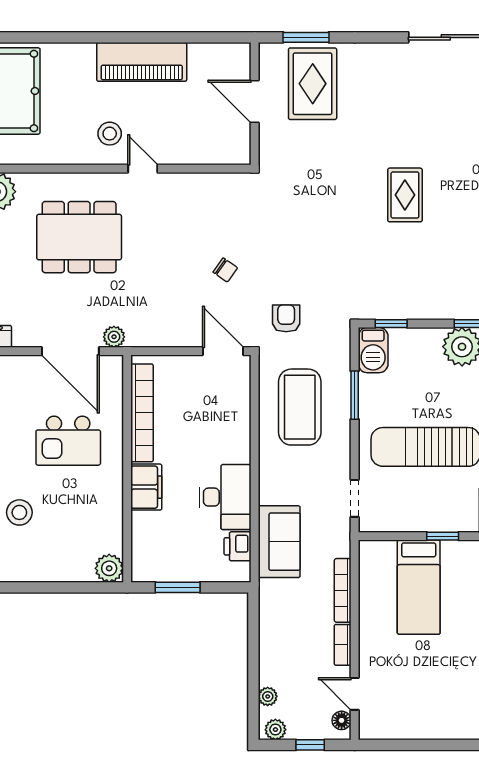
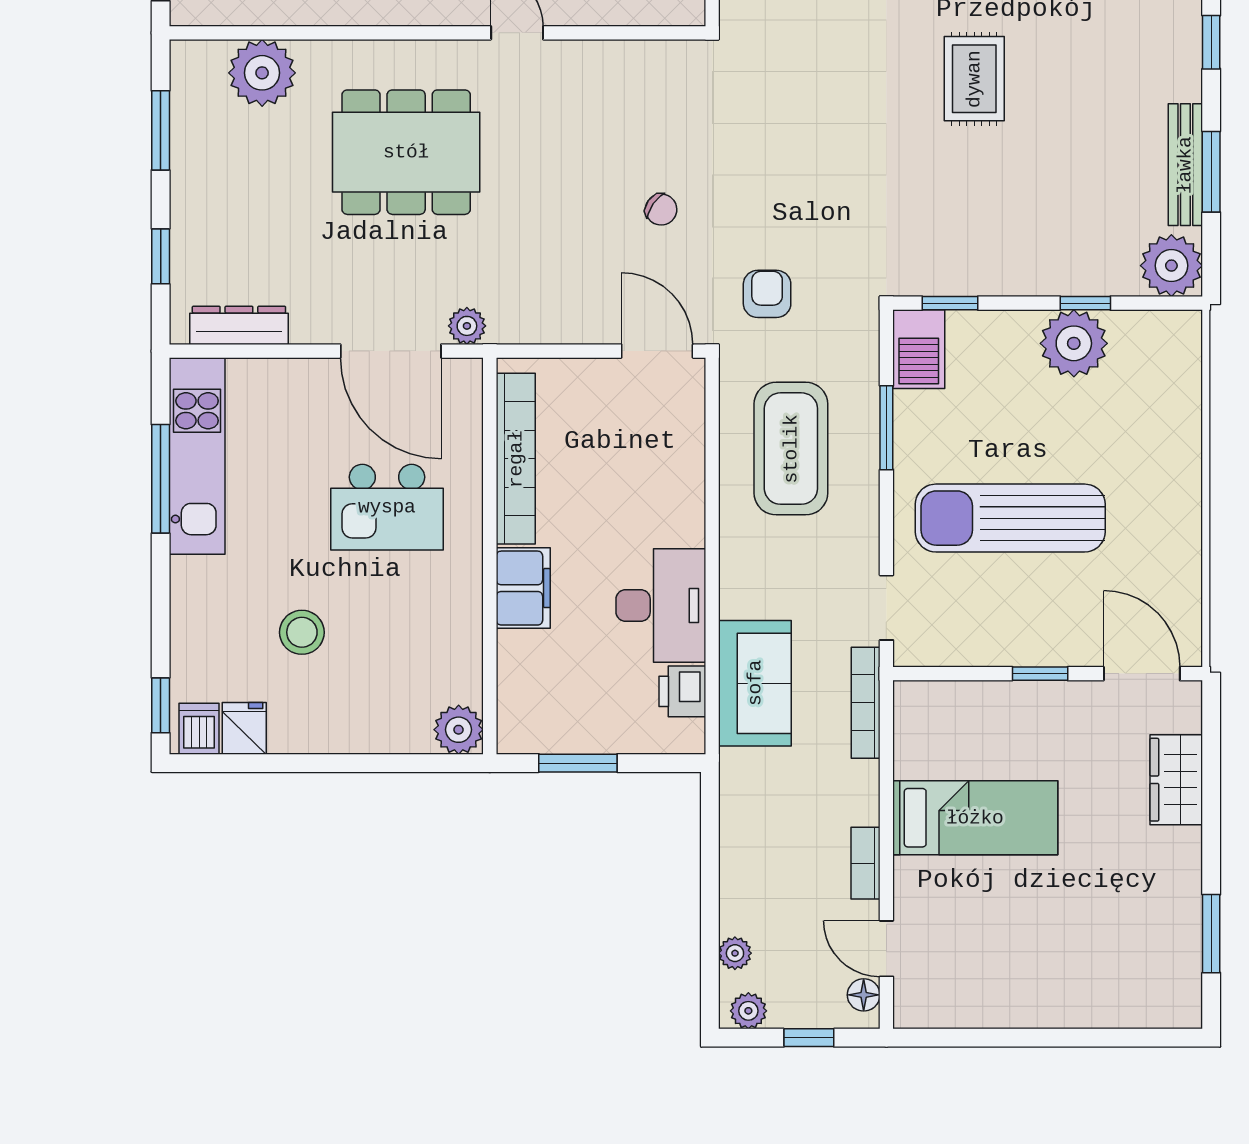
bed: (419, 587) -> (975, 818), moved, turned -90
bookcase: (343, 590) -> (866, 703), moved

